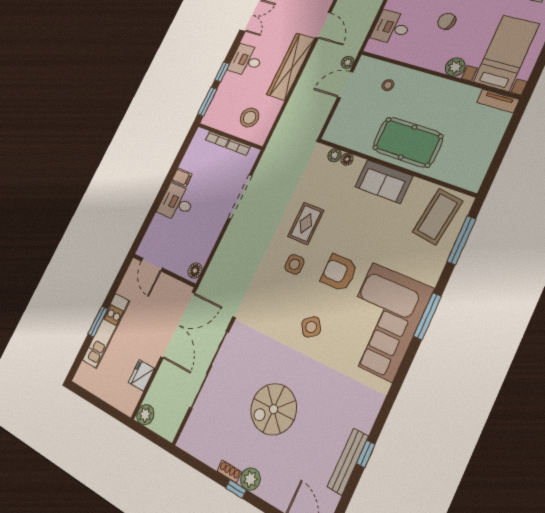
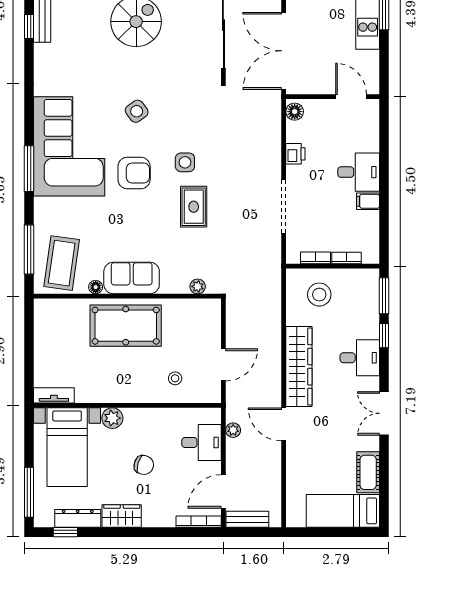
plant: (348, 62) -> (233, 430), moved
floor lamp: (347, 159) -> (96, 287), moved
printer: (211, 236) -> (295, 154), added

